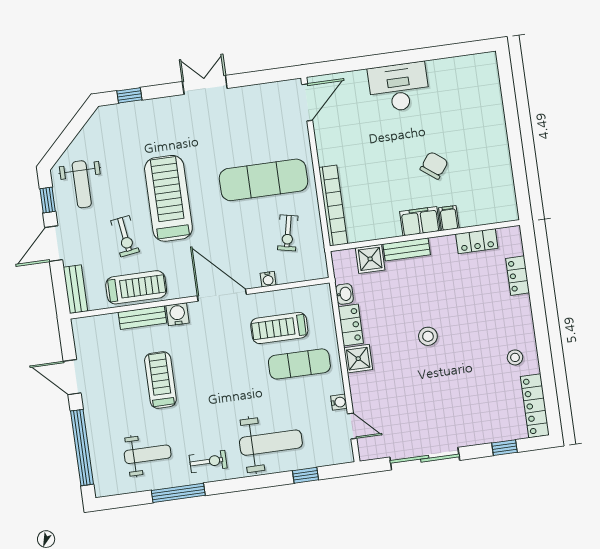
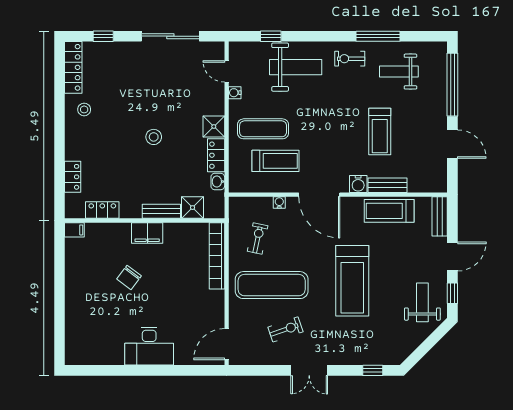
filing cabinet: (449, 218) -> (74, 230), moved, turned -90
exercise bike: (125, 236) -> (285, 329), moved, turned 79
weight bench: (271, 443) -> (296, 67), turned 180

